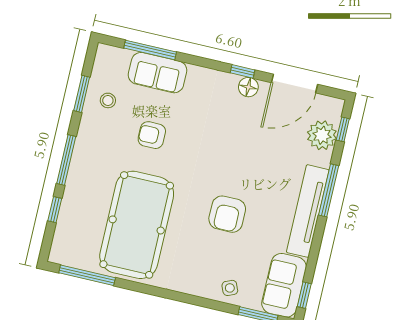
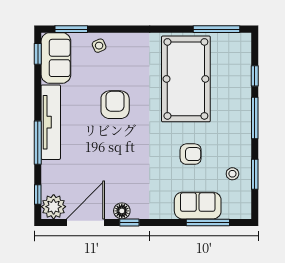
plant: (322, 135) -> (54, 207), moved

